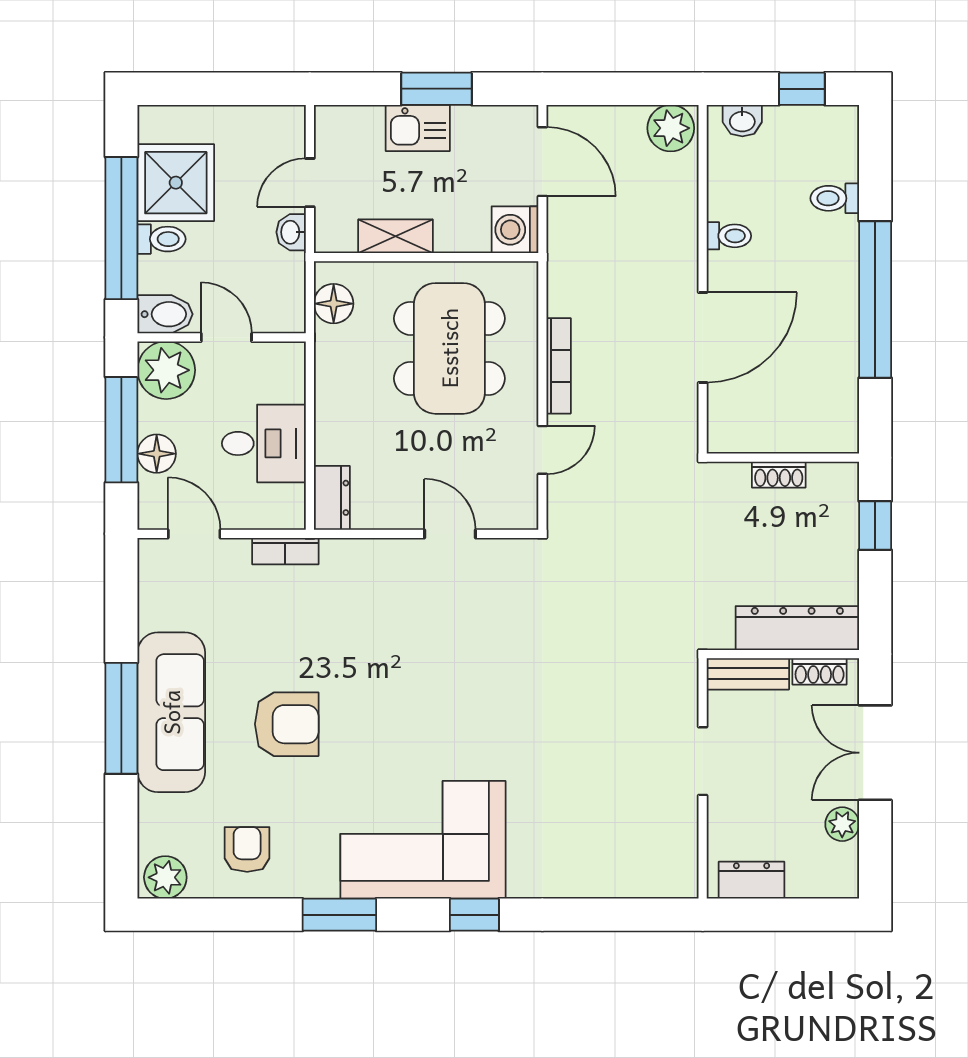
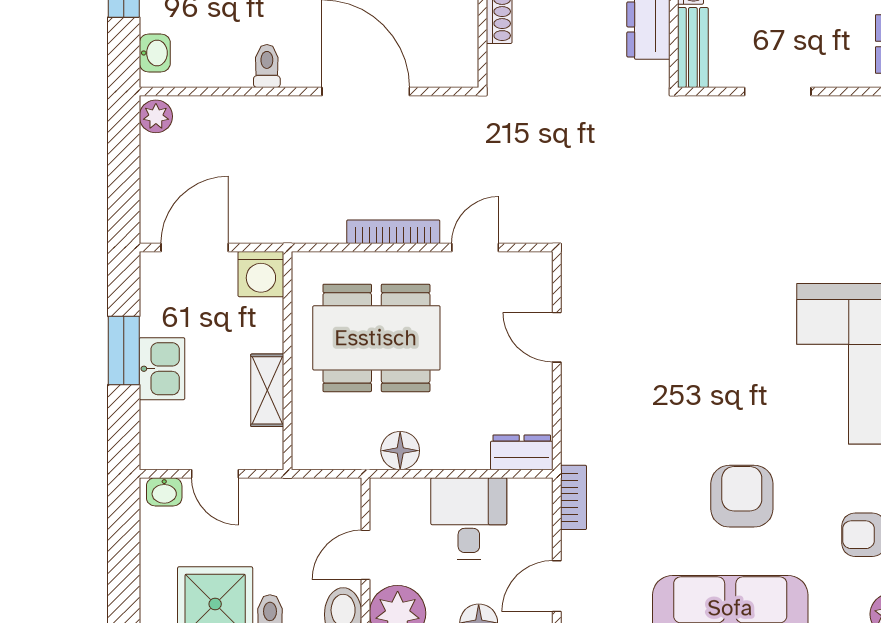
plant: (671, 128) -> (156, 116), width x0.73, depth x0.73
washbasin: (291, 232) -> (164, 492), moved
floor lamp: (334, 304) -> (400, 451), moved
door: (542, 450) -> (475, 247), hinge flipped
door: (450, 534) -> (557, 337), hinge flipped

